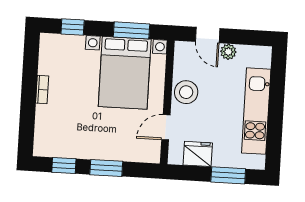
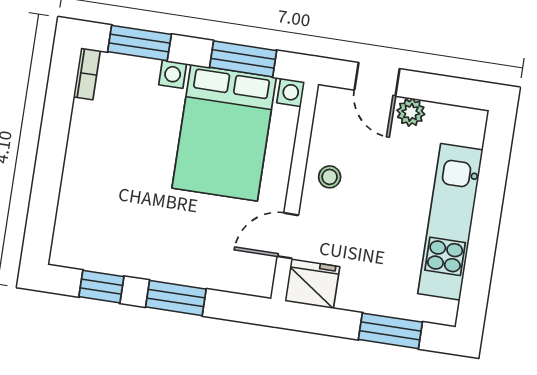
window: (73, 27) -> (139, 43), width x1.50
bookcase: (42, 90) -> (87, 74), moved
stool: (186, 92) -> (330, 177), width x0.53, depth x0.53
fridge: (198, 154) -> (312, 284), moved

